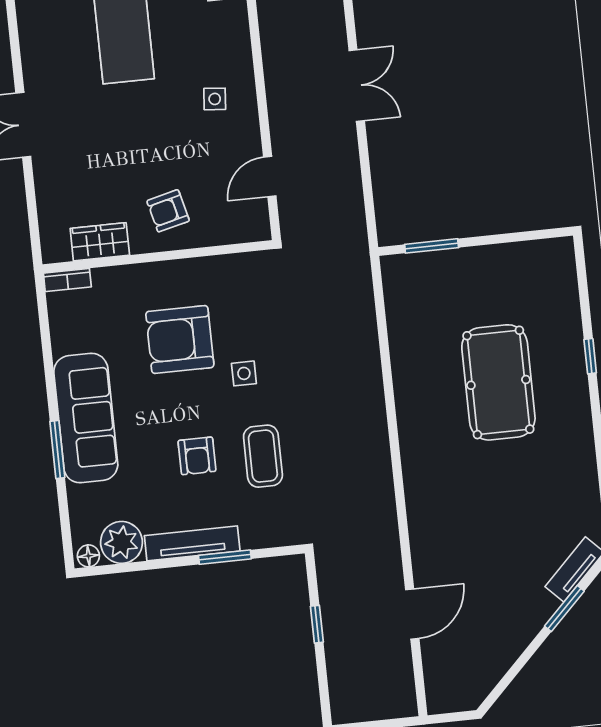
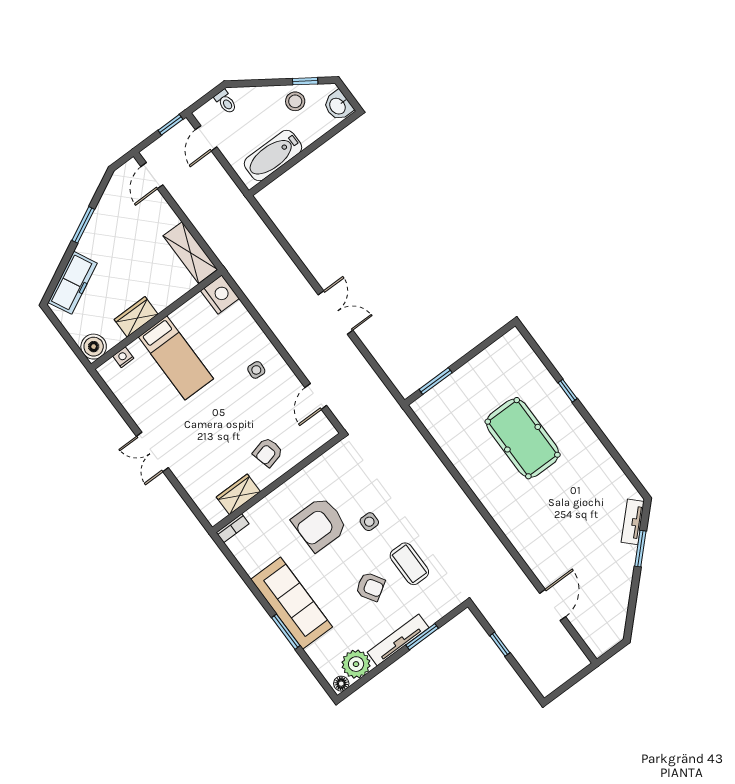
armchair: (197, 456) -> (370, 587), turned -32

